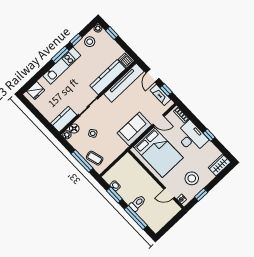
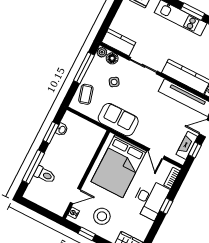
sofa: (134, 129) -> (118, 120), moved
window: (209, 135) -> (166, 206), moved
window: (82, 161) -> (84, 68), moved
door: (169, 193) -> (75, 196), swing flipped
toilet: (138, 203) -> (45, 175), moved

